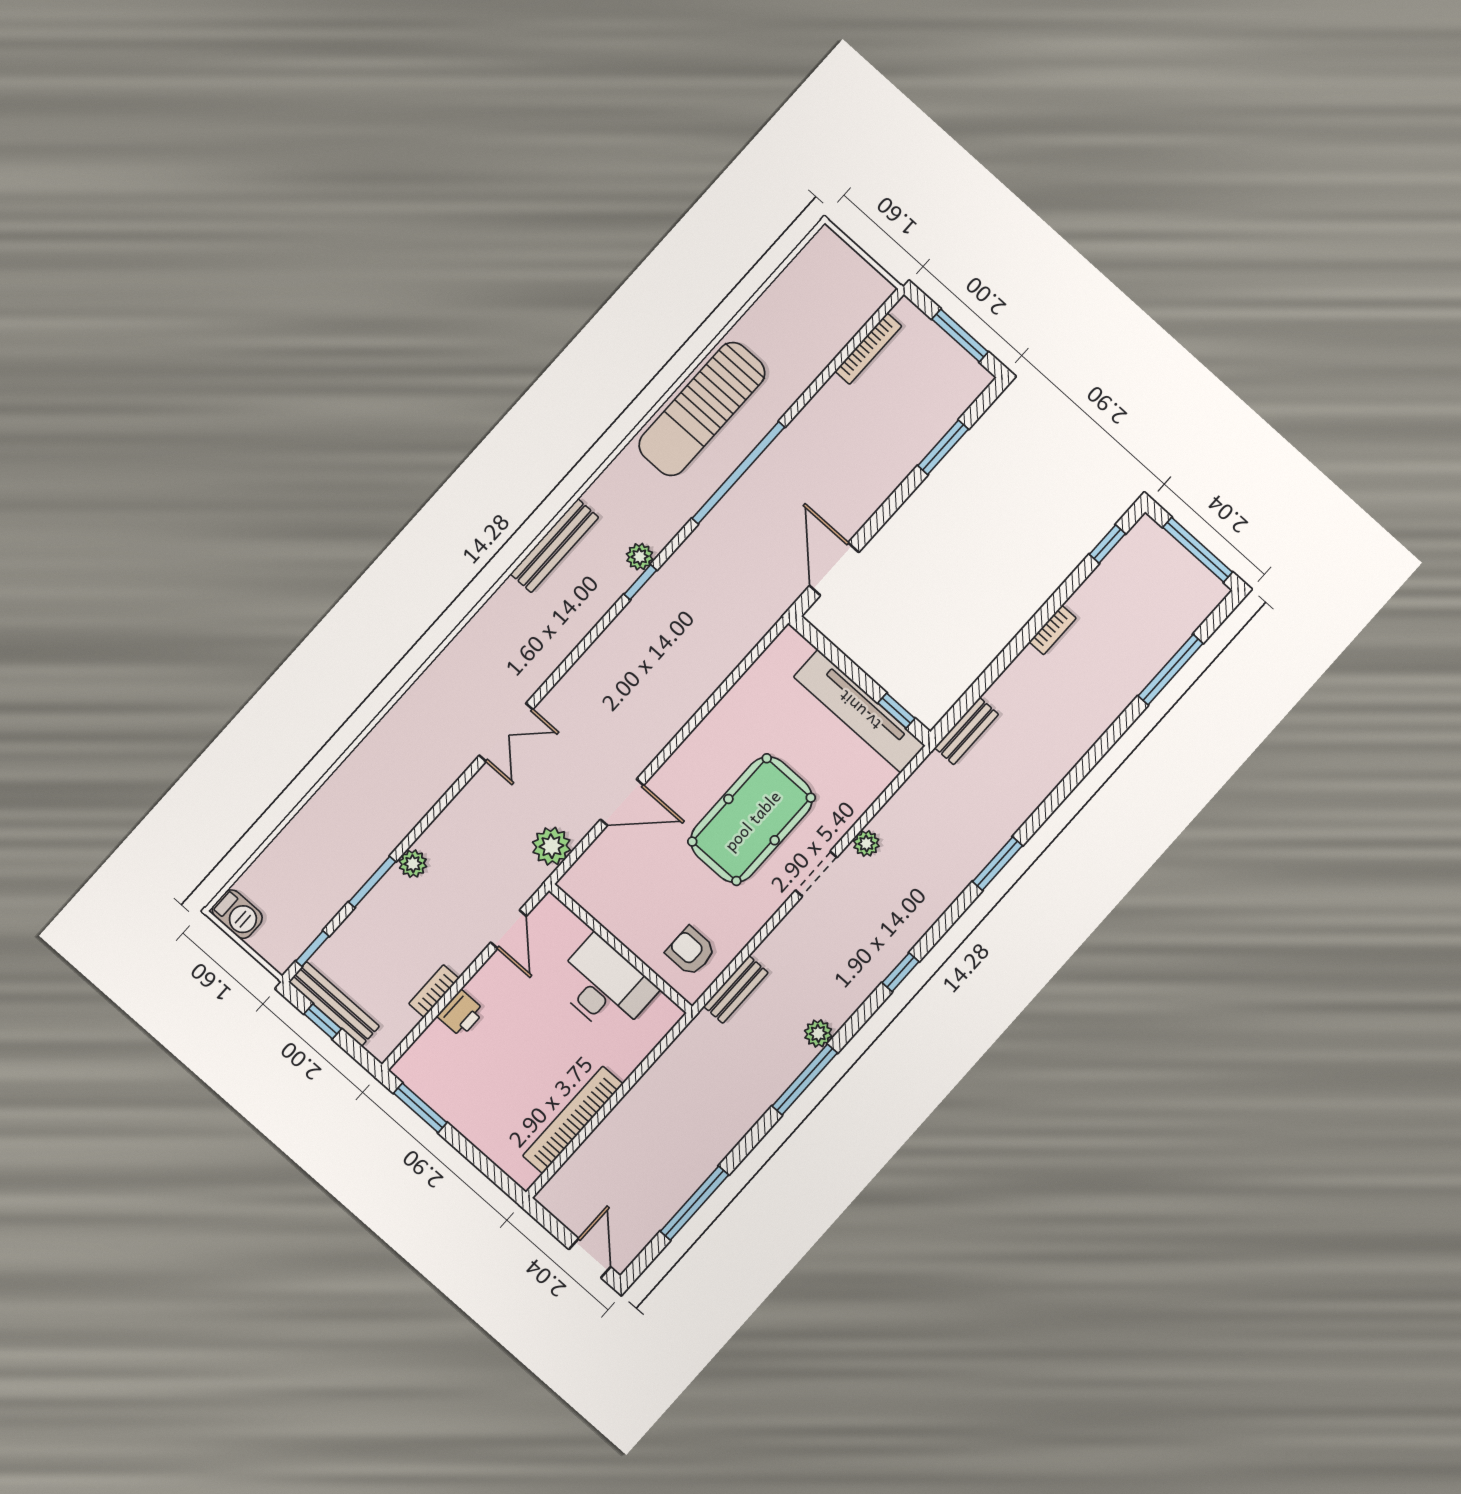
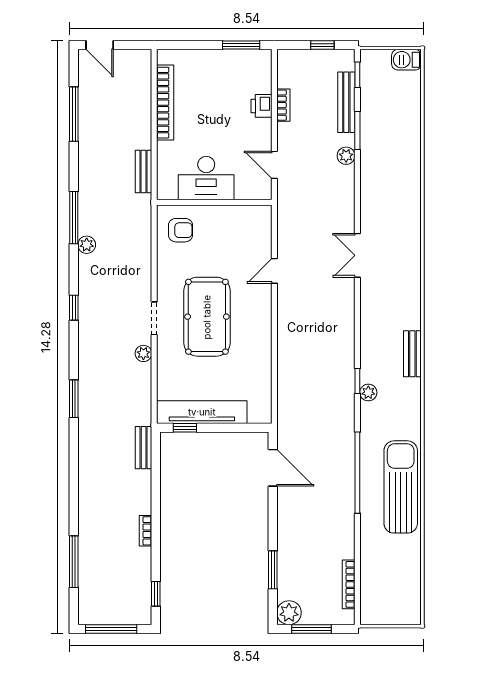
bench: (554, 546) -> (412, 354), width x0.73
door: (622, 802) -> (274, 271), width x0.73
plant: (551, 846) -> (289, 613), moved
bench: (736, 989) -> (144, 171), moved
bench: (334, 1004) -> (346, 102), moved, turned 90

